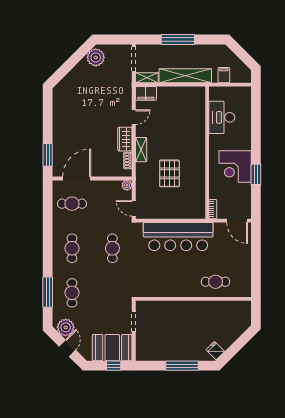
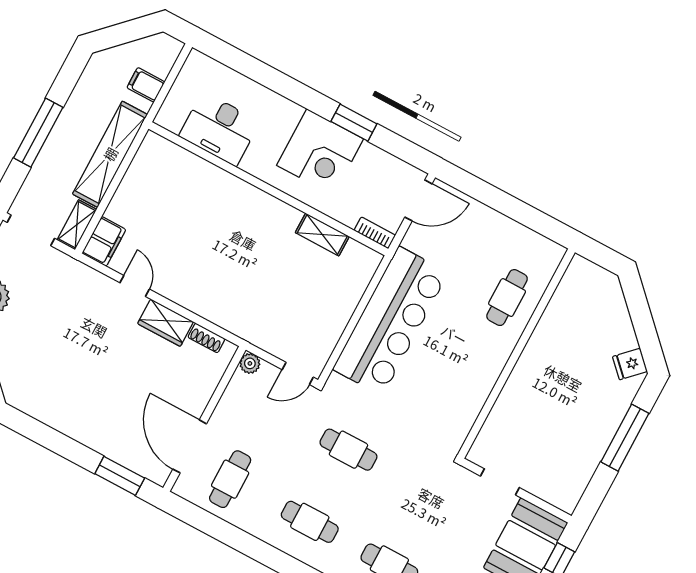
shelving: (141, 150) -> (322, 235), moved
pallet: (169, 173) -> (269, 276), removed

